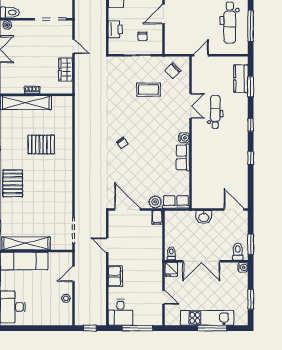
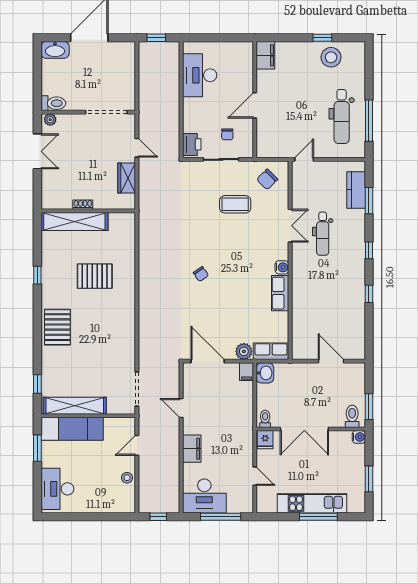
printer: (115, 29) -> (192, 144), moved
dental chair: (215, 112) -> (323, 234), turned 180
door: (234, 209) -> (331, 361), moved
washbasin: (204, 217) -> (265, 373), moved, turned -90
desk: (120, 312) -> (204, 496), width x1.37

